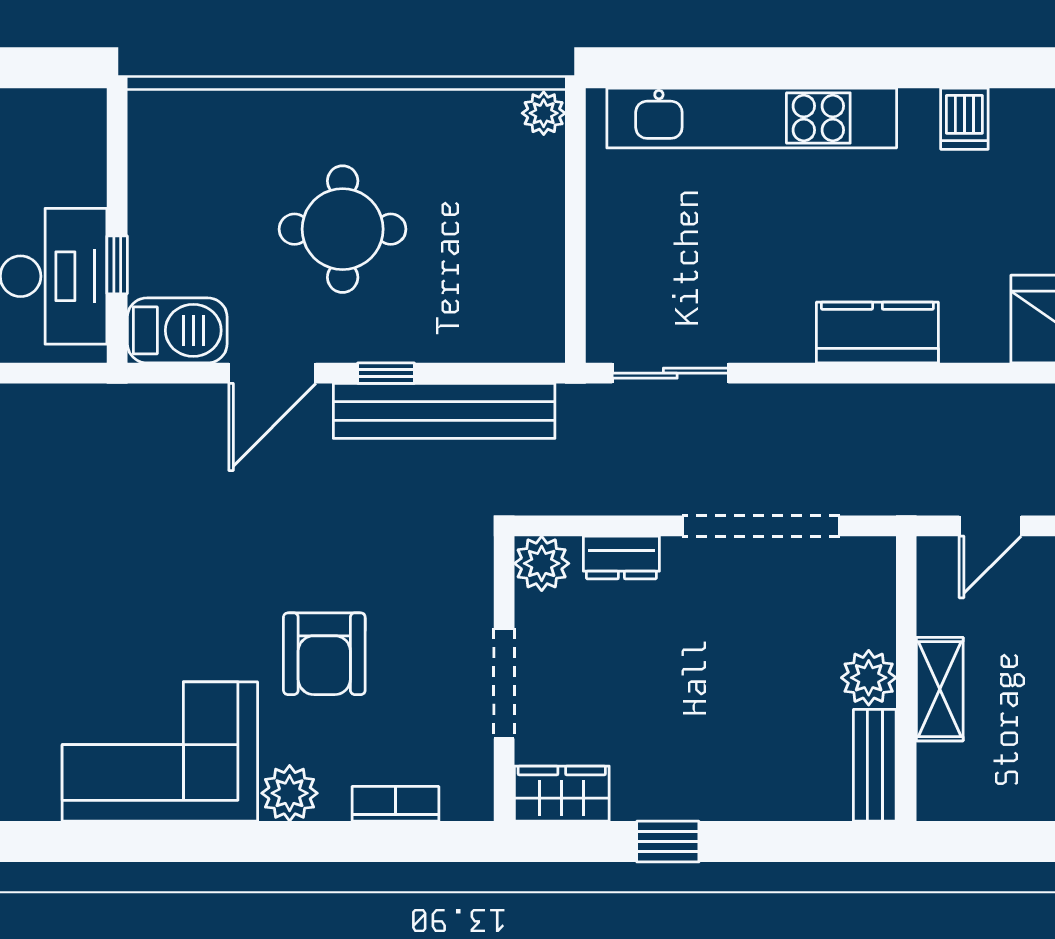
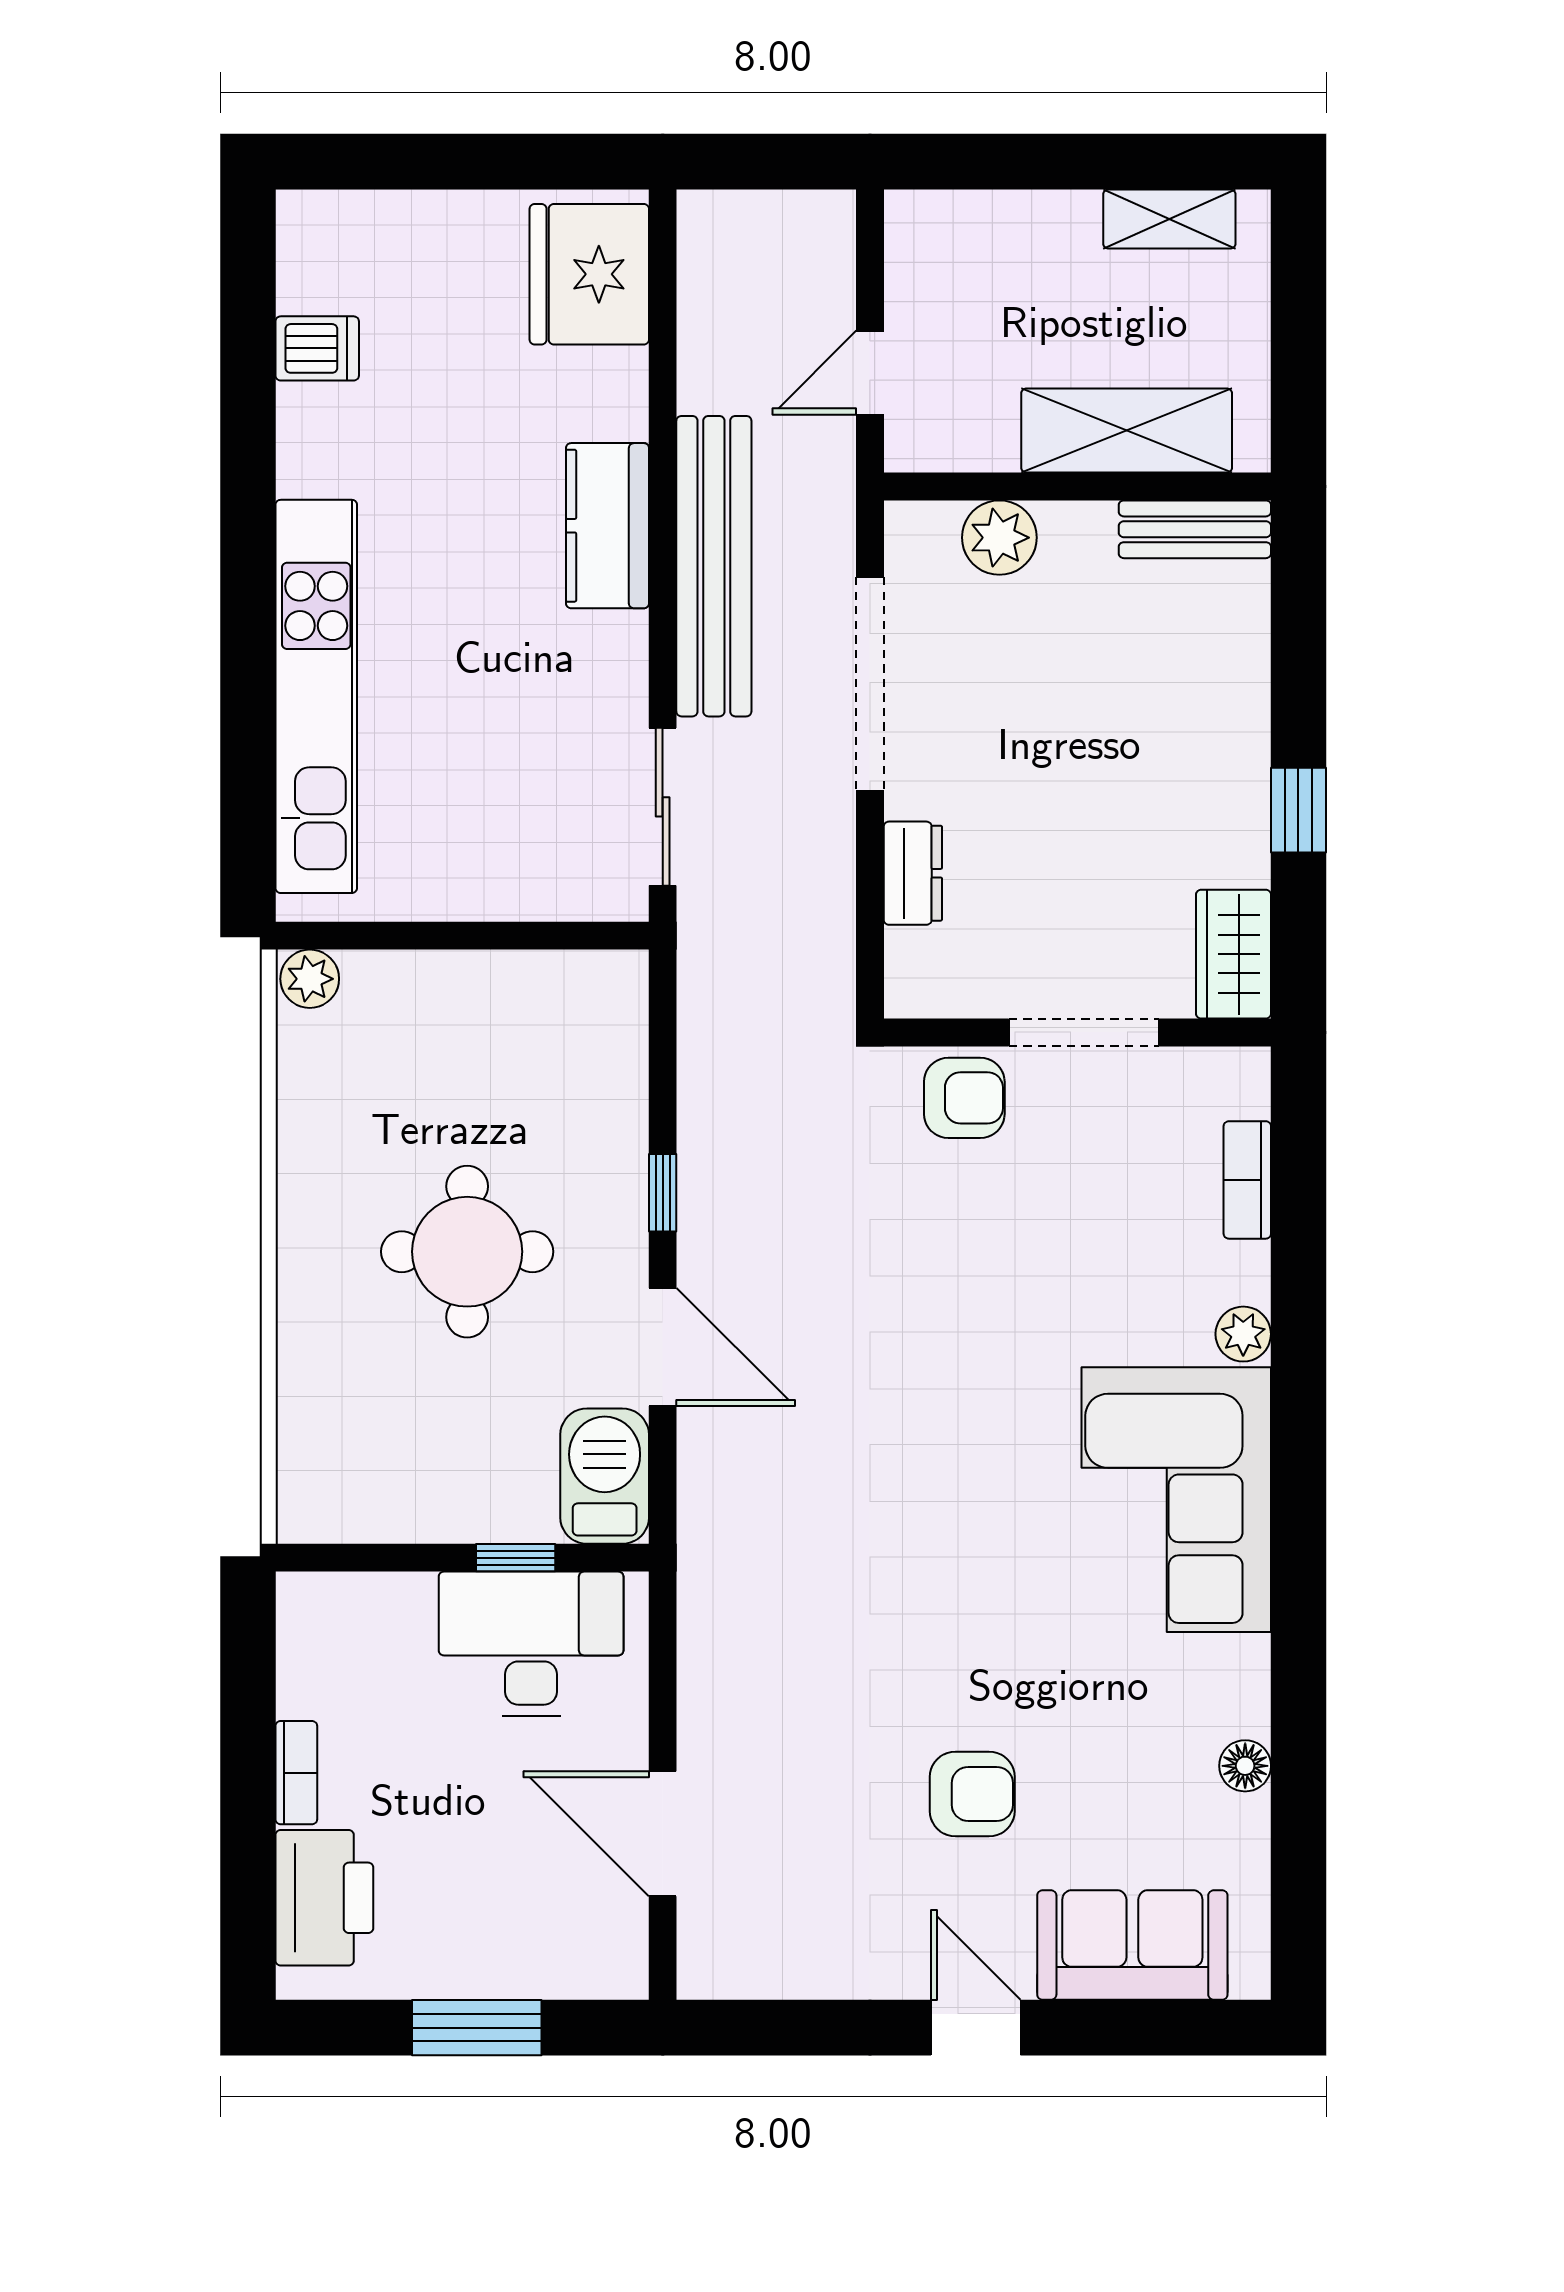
dishwasher: (964, 119) -> (317, 348), moved
bench: (444, 411) -> (714, 566), moved
door: (990, 526) -> (870, 373), swing flipped
plant: (542, 563) -> (921, 981), removed
armchair: (324, 654) -> (964, 1098), moved, width x0.72, depth x0.72
plant: (869, 678) -> (999, 538), moved
shelving: (940, 689) -> (1127, 431), width x1.50, depth x1.33
plant: (290, 793) -> (1243, 1334), width x0.73, depth x0.73

